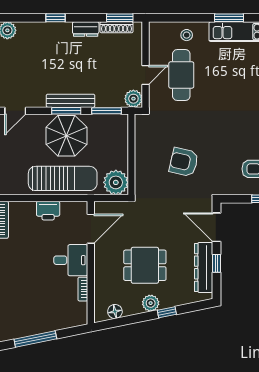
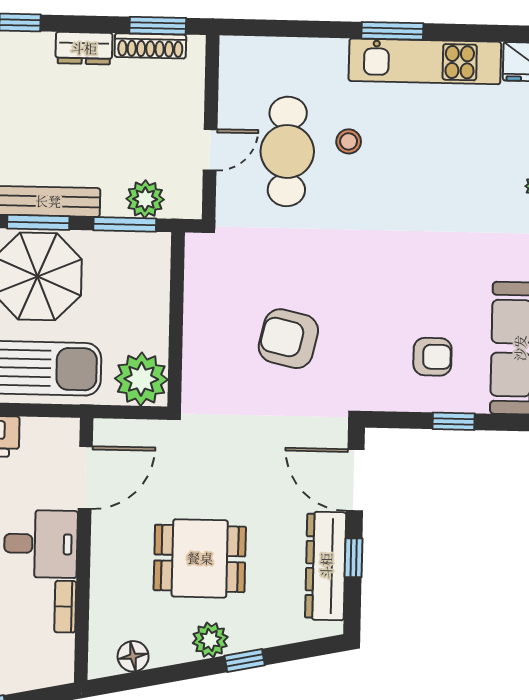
stool: (187, 35) -> (349, 141), moved
plant: (133, 99) -> (145, 199), moved

